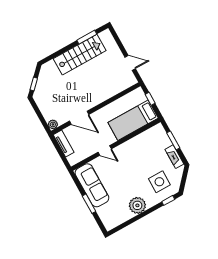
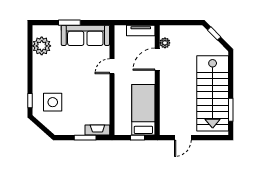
stairs: (80, 55) -> (213, 93), width x1.36, depth x1.51
bed: (133, 120) -> (143, 110), moved
plant: (53, 124) -> (165, 43), moved
fireplace: (174, 157) -> (97, 130), moved
plant: (137, 205) -> (42, 46), moved

